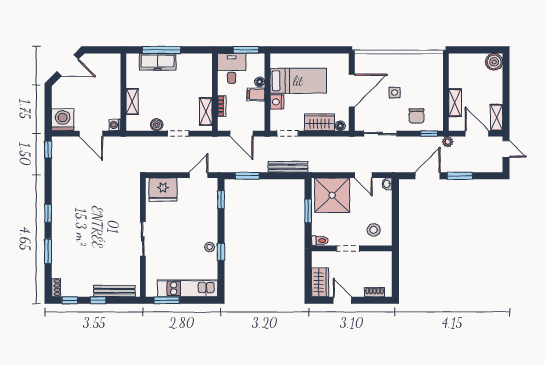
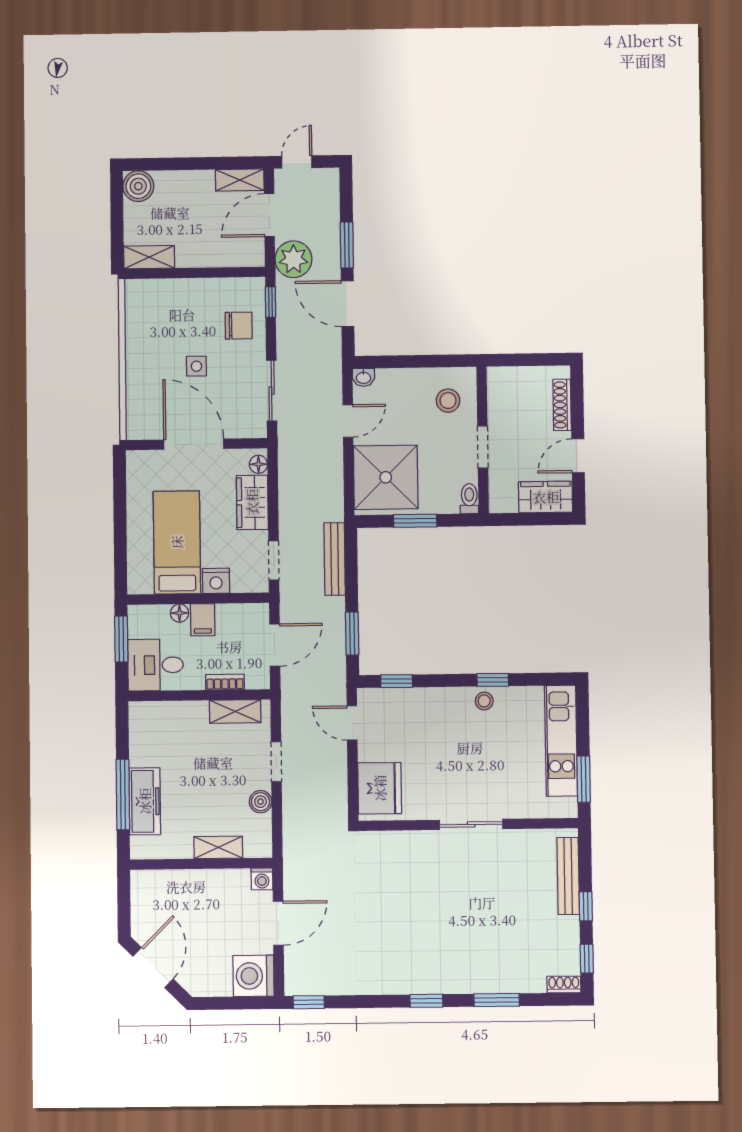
shelving: (455, 103) -> (149, 257), moved
plant: (448, 142) -> (293, 259), width x1.88, depth x1.88
shoe rack: (375, 292) -> (562, 405), width x1.43

